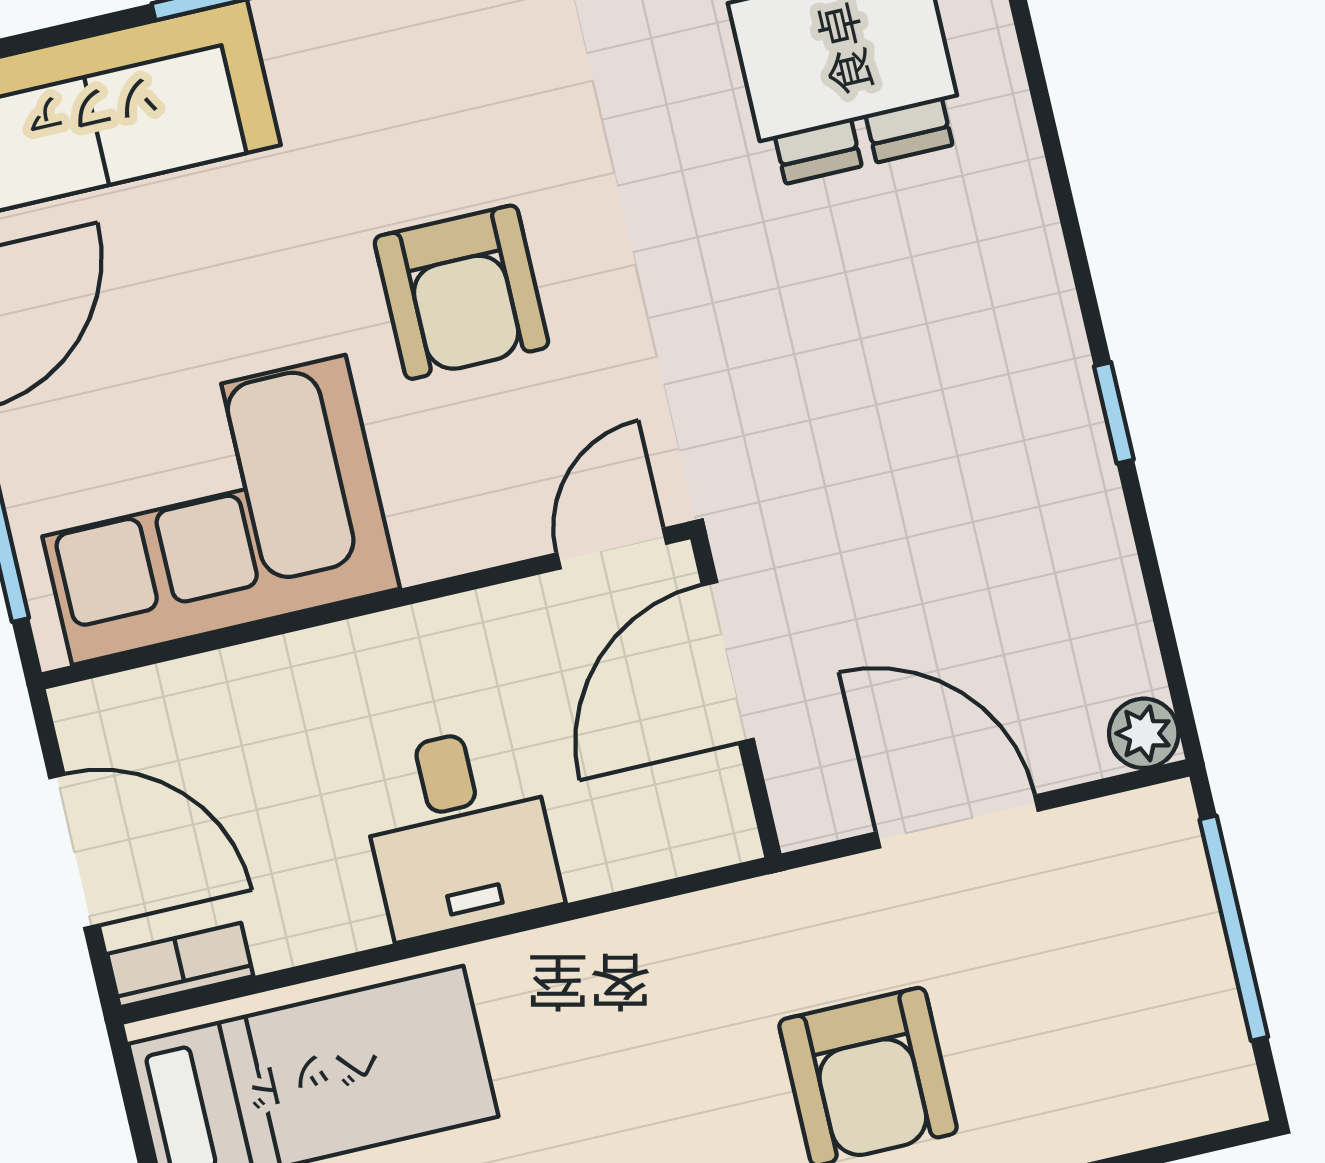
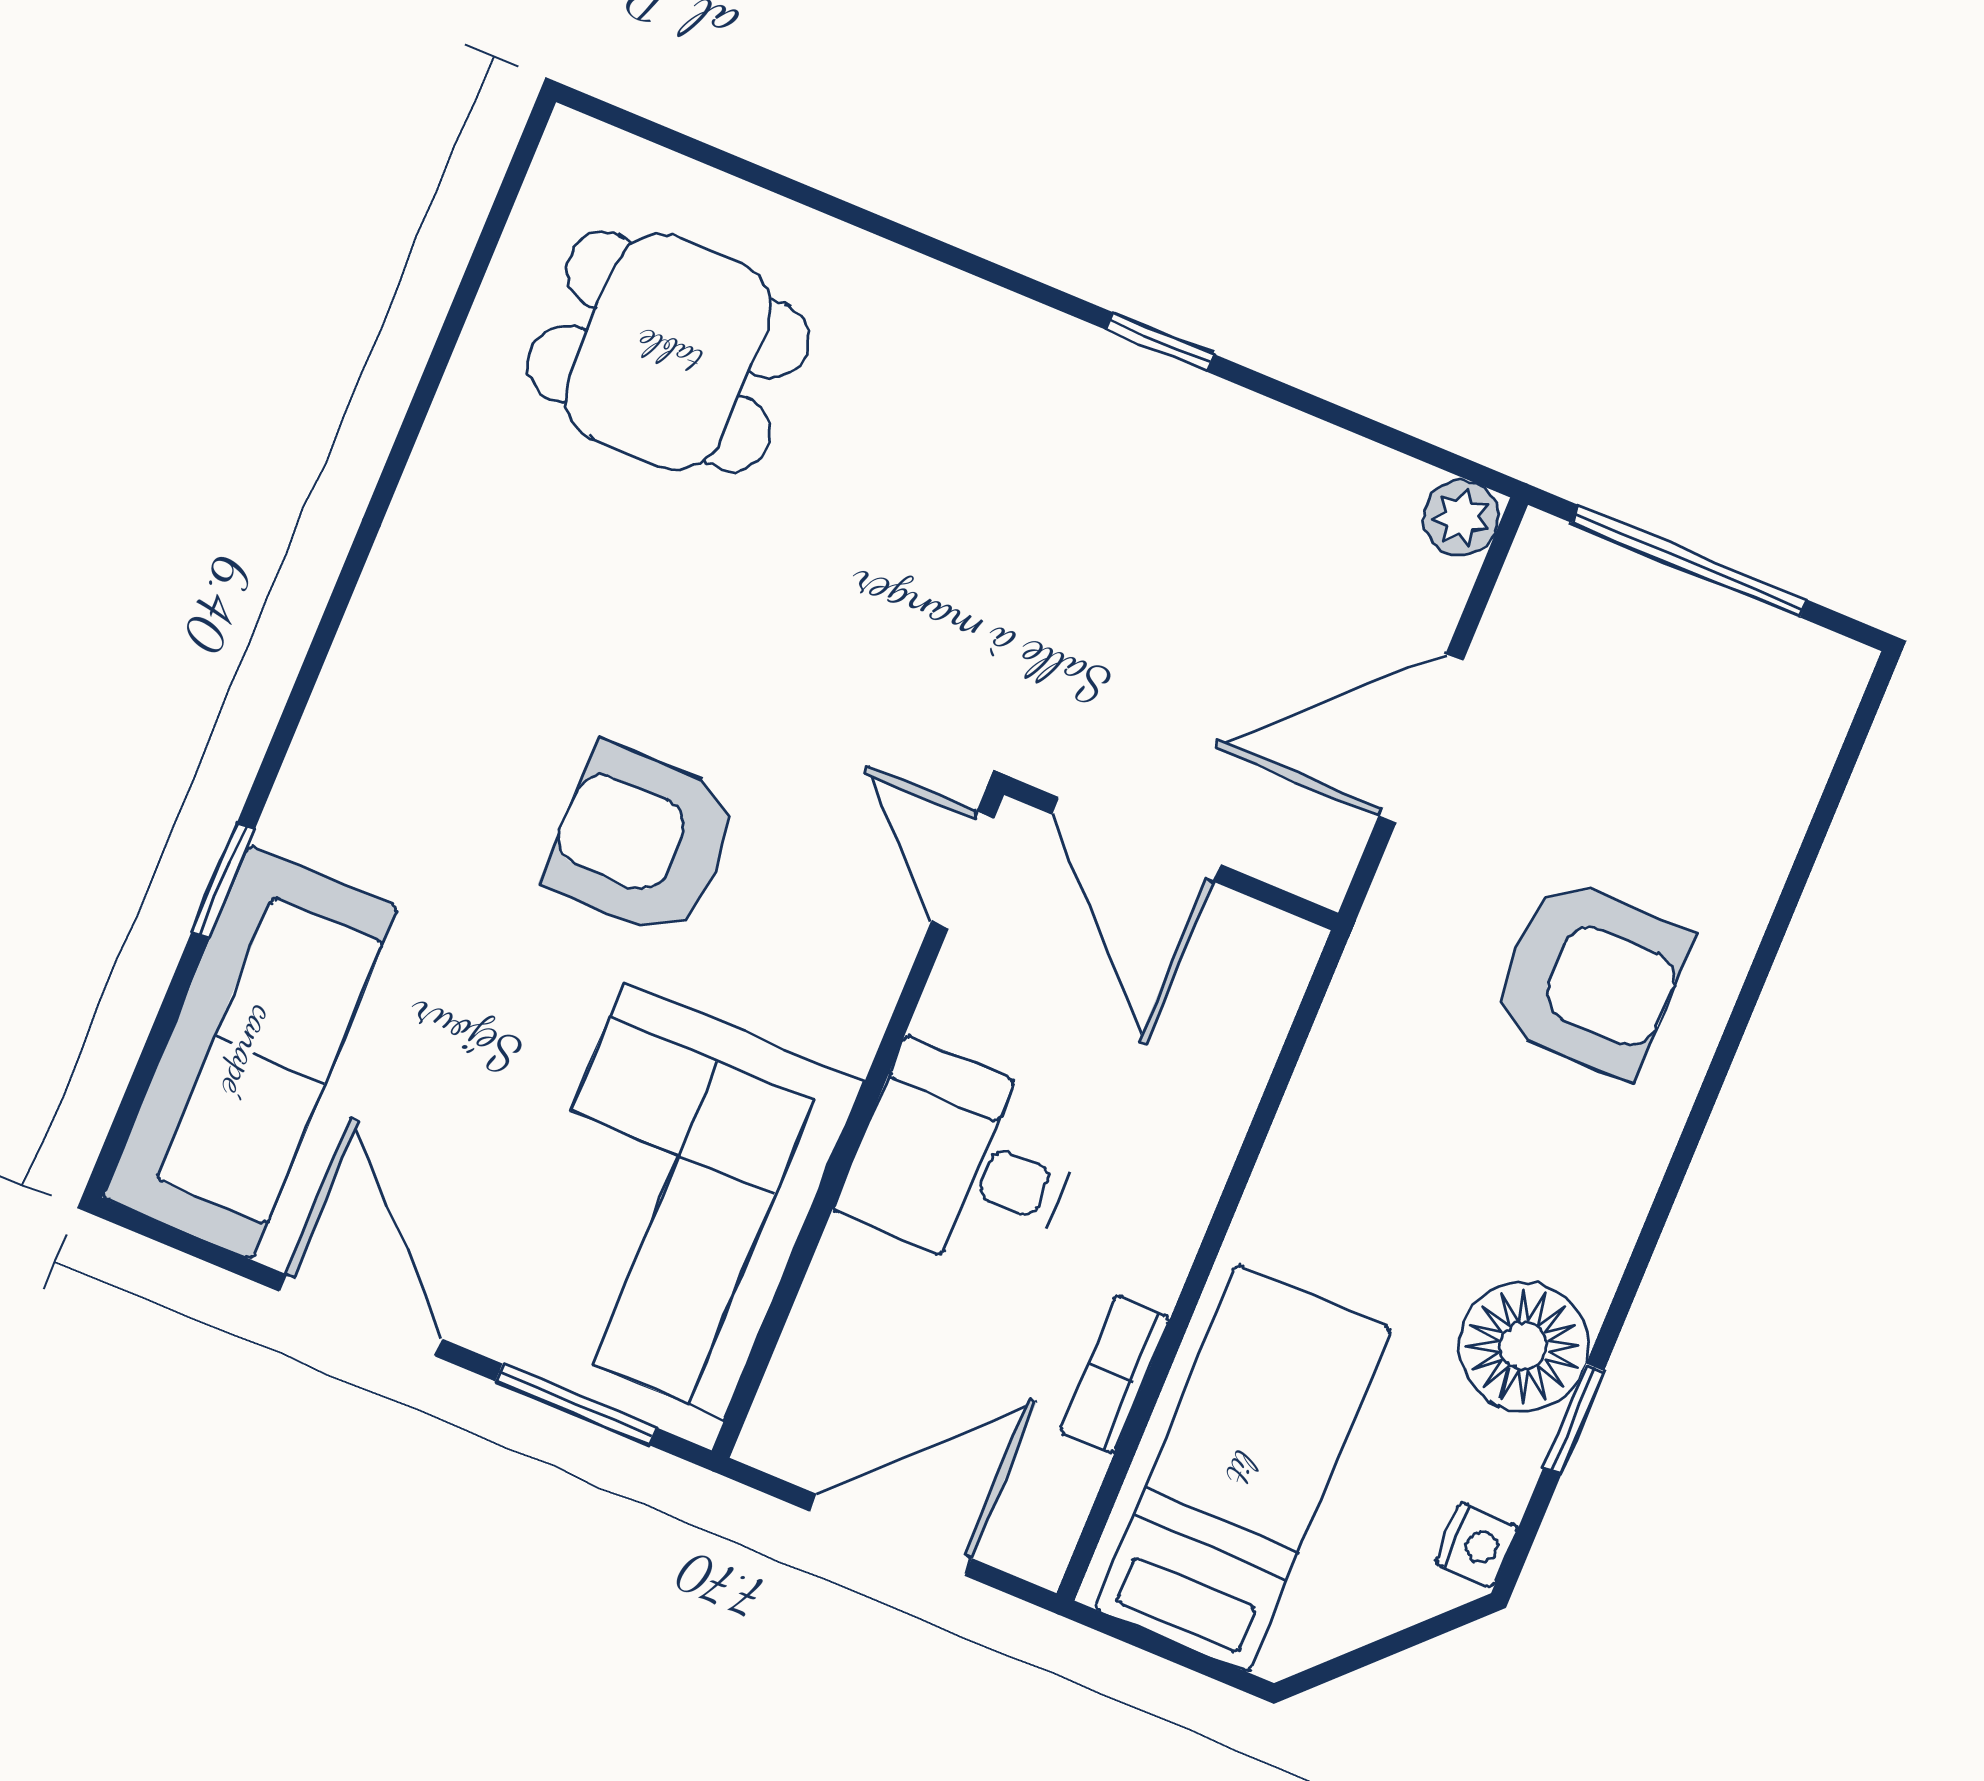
armchair: (461, 292) -> (642, 841), turned 180
desk: (459, 831) -> (963, 1162), moved, turned 180
bookcase: (180, 965) -> (1115, 1375), moved

